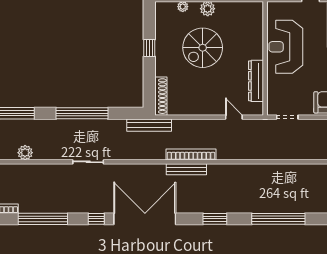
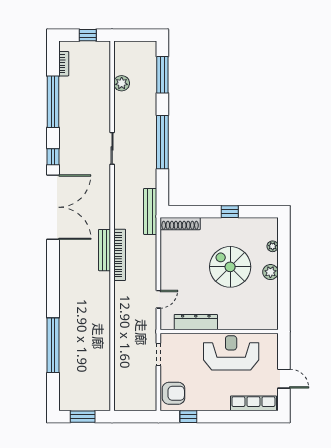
window: (215, 219) -> (53, 280), removed

